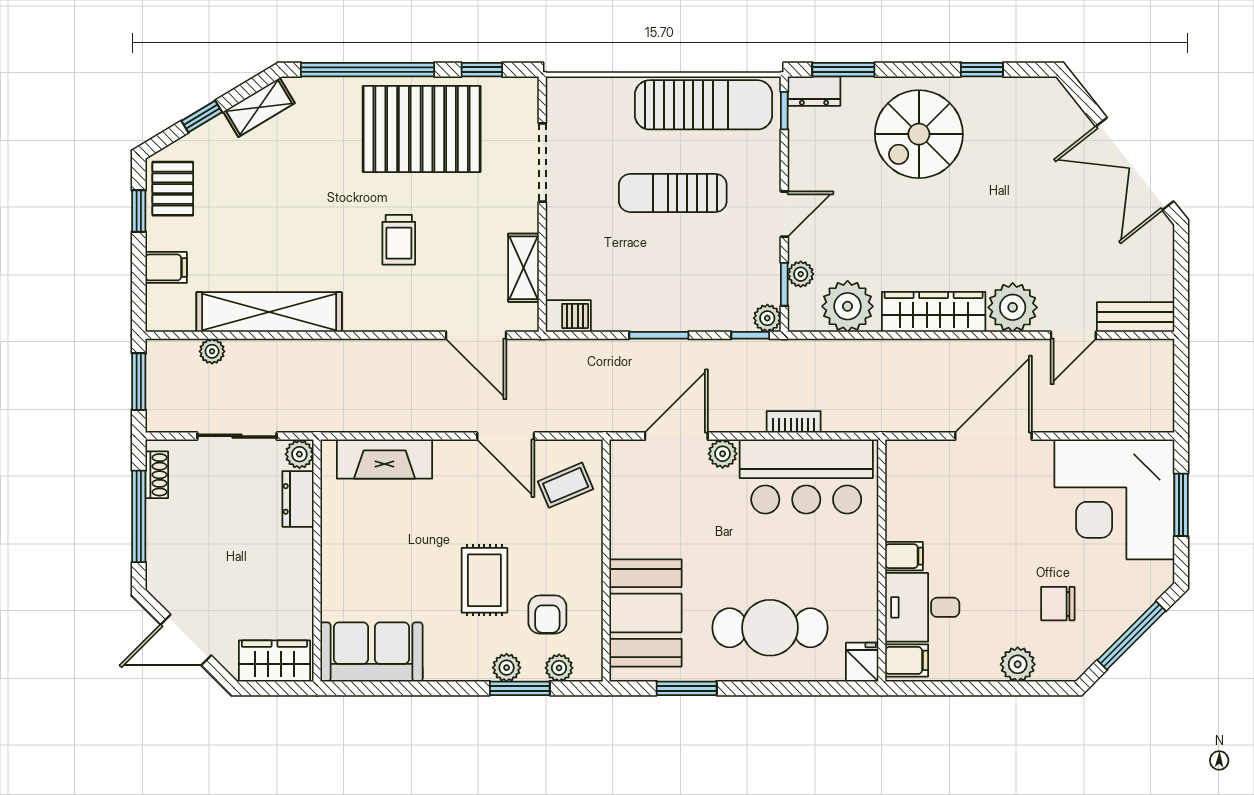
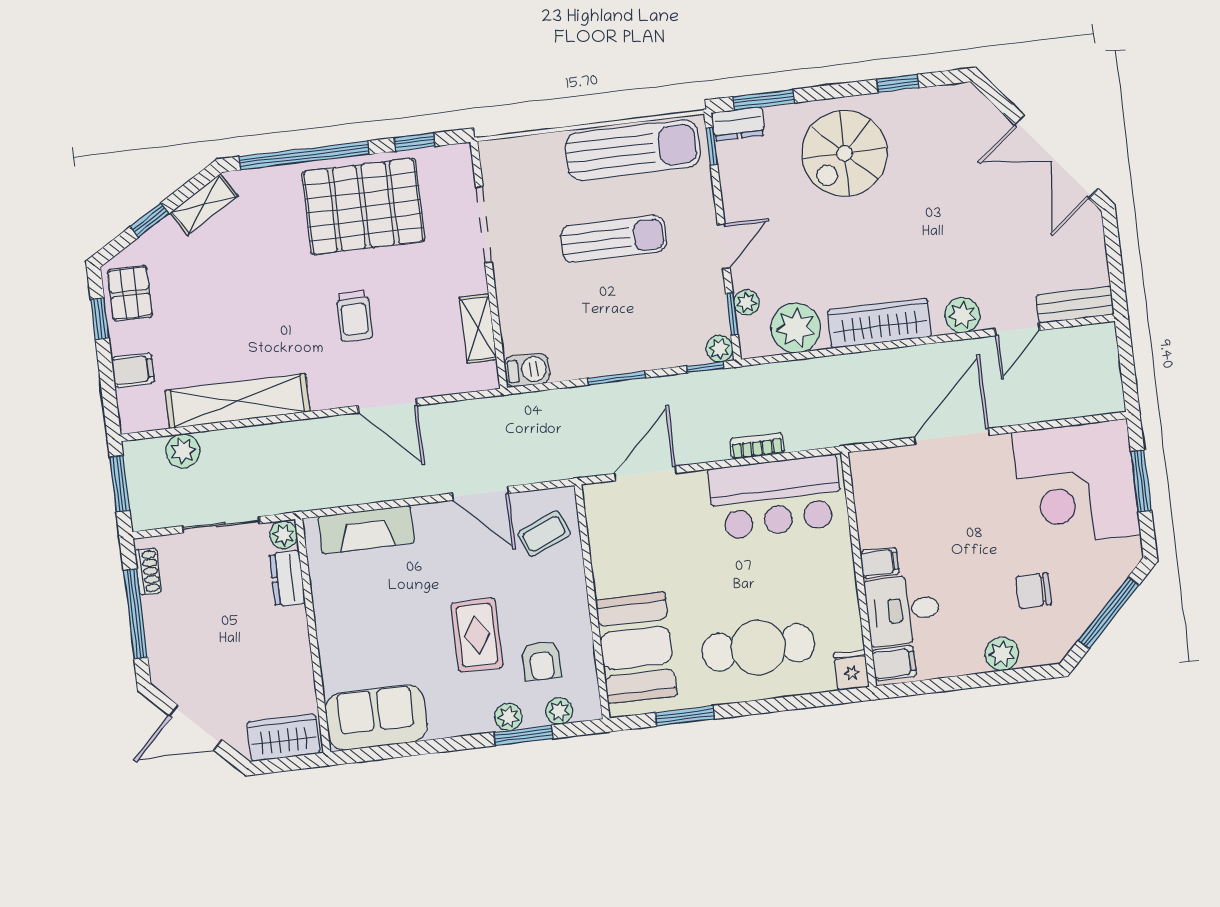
sun lounger: (673, 193) -> (614, 239), turned 180
plant: (1013, 307) -> (962, 315), width x0.73, depth x0.73
door: (476, 335) -> (387, 406), moved
plant: (212, 351) -> (183, 451), width x1.38, depth x1.38
plant: (723, 454) -> (692, 485), removed

